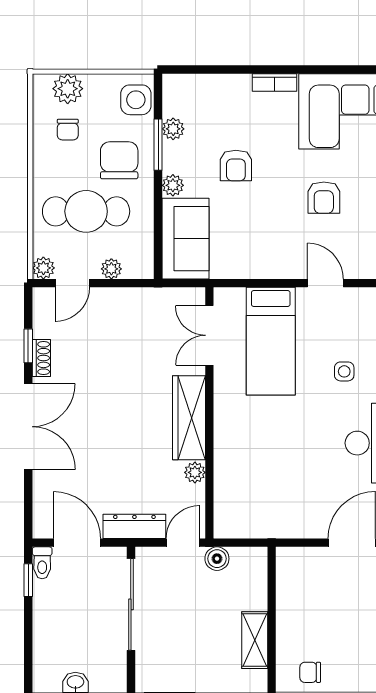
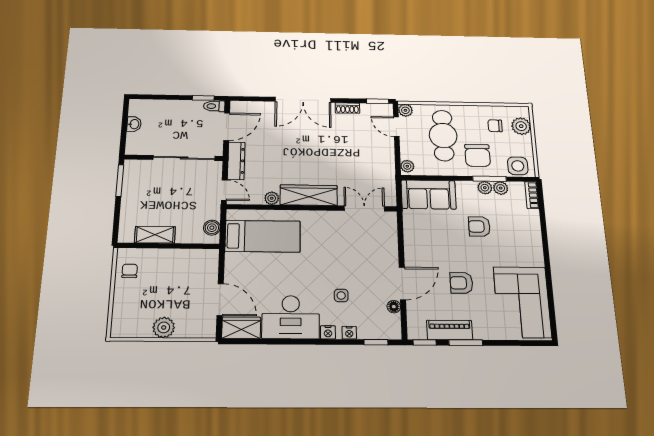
bookcase: (275, 82) -> (532, 195), moved
chair: (119, 160) -> (477, 155), turned 90
plant: (173, 185) -> (485, 188), moved
plant: (111, 269) -> (407, 166), moved
door: (325, 283) -> (402, 283), width x1.38
floor lamp: (360, 297) -> (394, 307), added
bed: (271, 341) -> (263, 236), moved, turned 180
window: (28, 346) -> (378, 101), moved
boiler: (217, 559) -> (212, 228), moved

